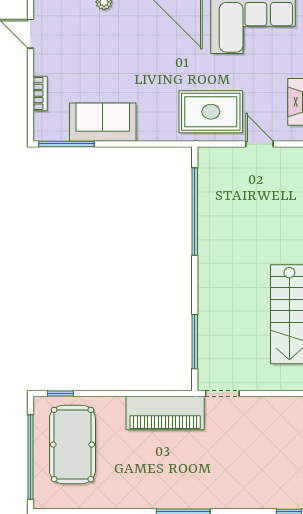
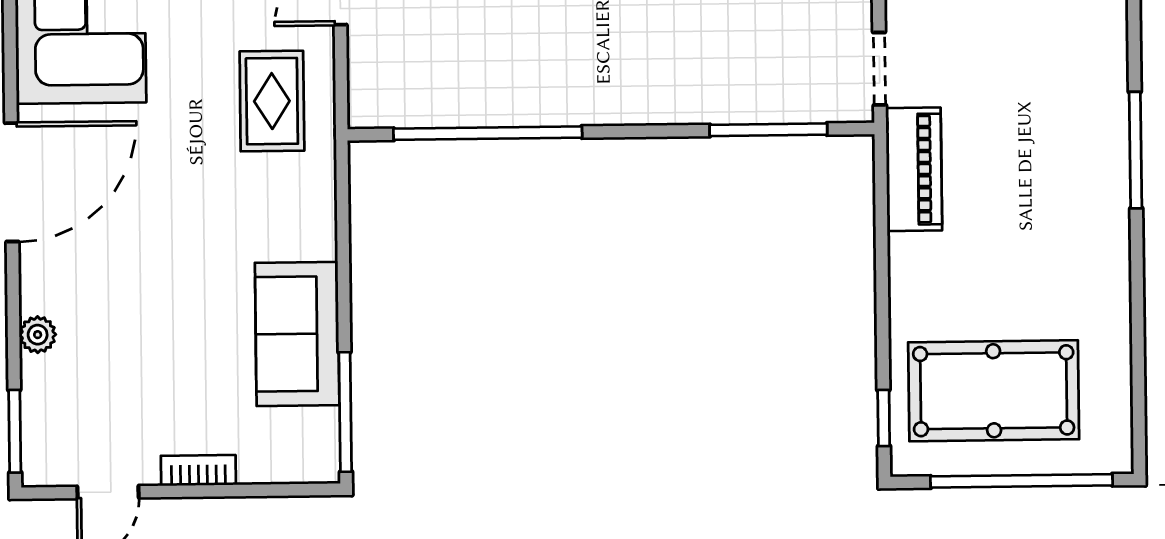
bookcase: (40, 93) -> (198, 470), moved
rug: (211, 112) -> (272, 101), width x0.73, depth x0.70
piano: (165, 413) -> (914, 169), width x0.73, depth x0.75

